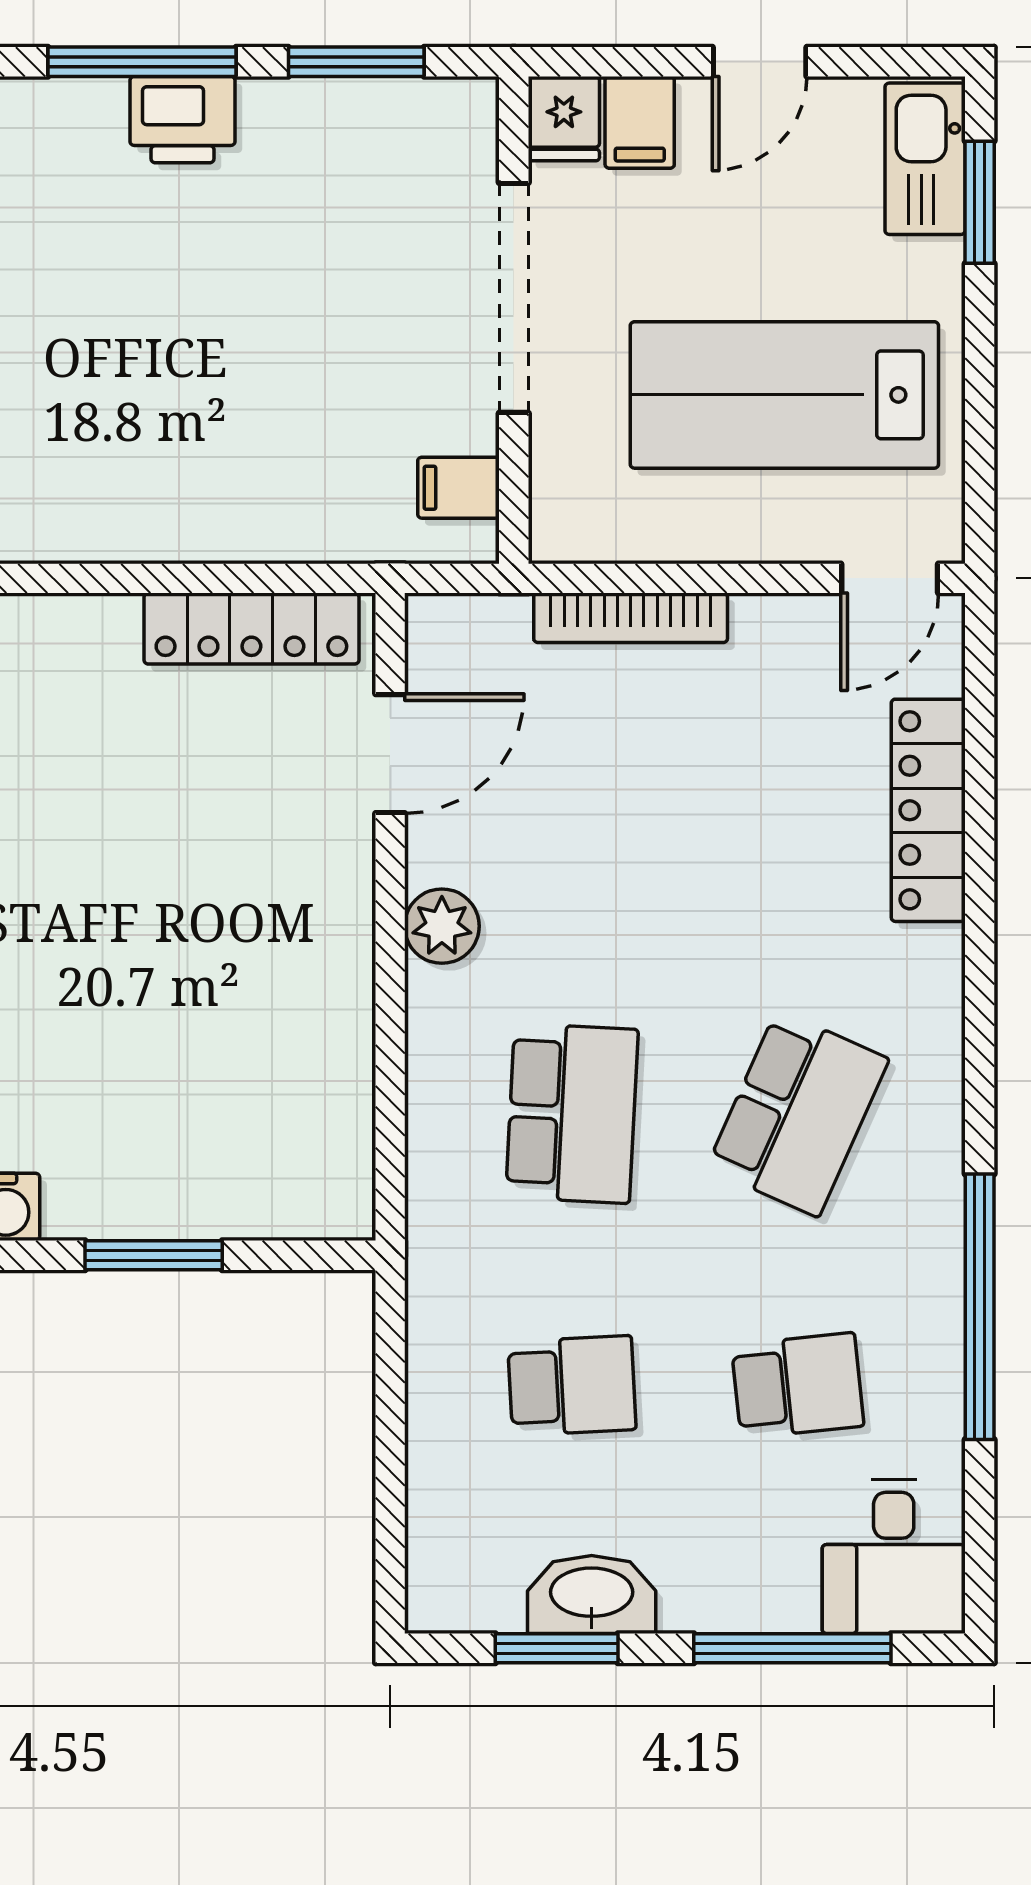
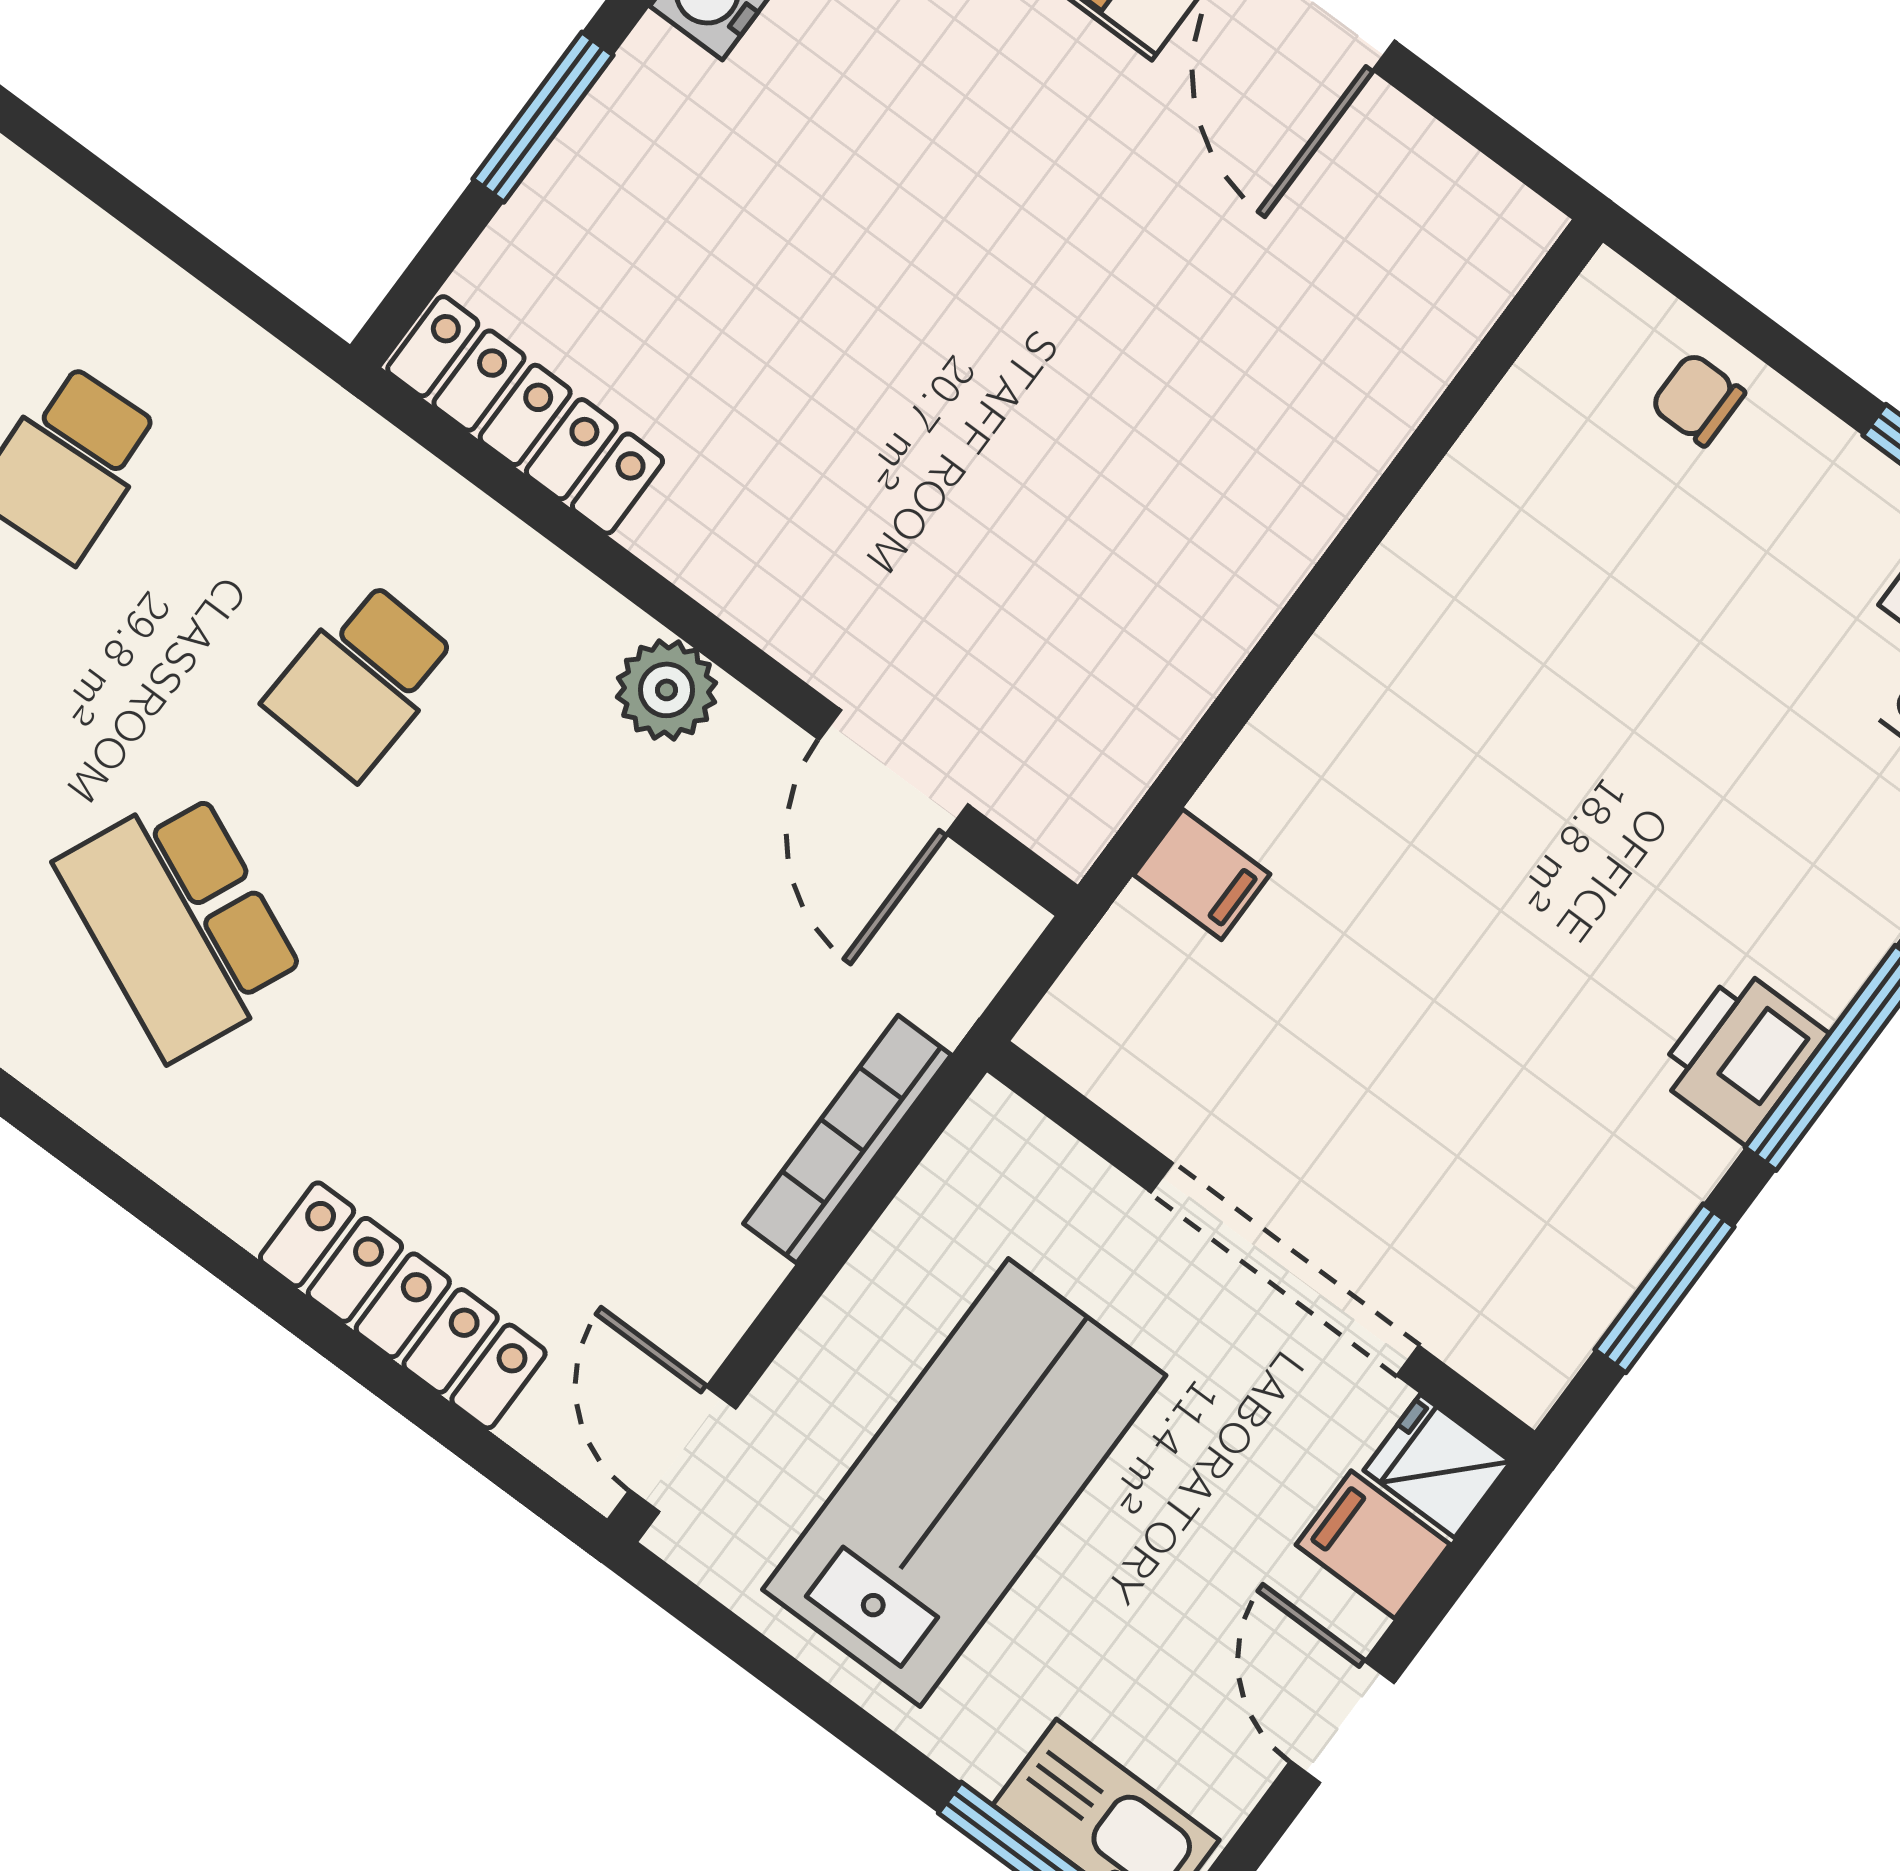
filing cabinet: (458, 488) -> (1202, 874), moved, turned 90
locker: (251, 629) -> (525, 415), moved, turned 90
school desk: (572, 1113) -> (361, 680), width x0.54

